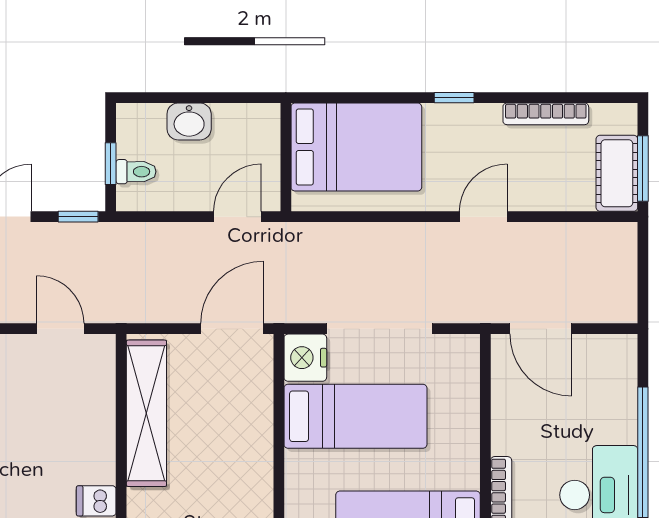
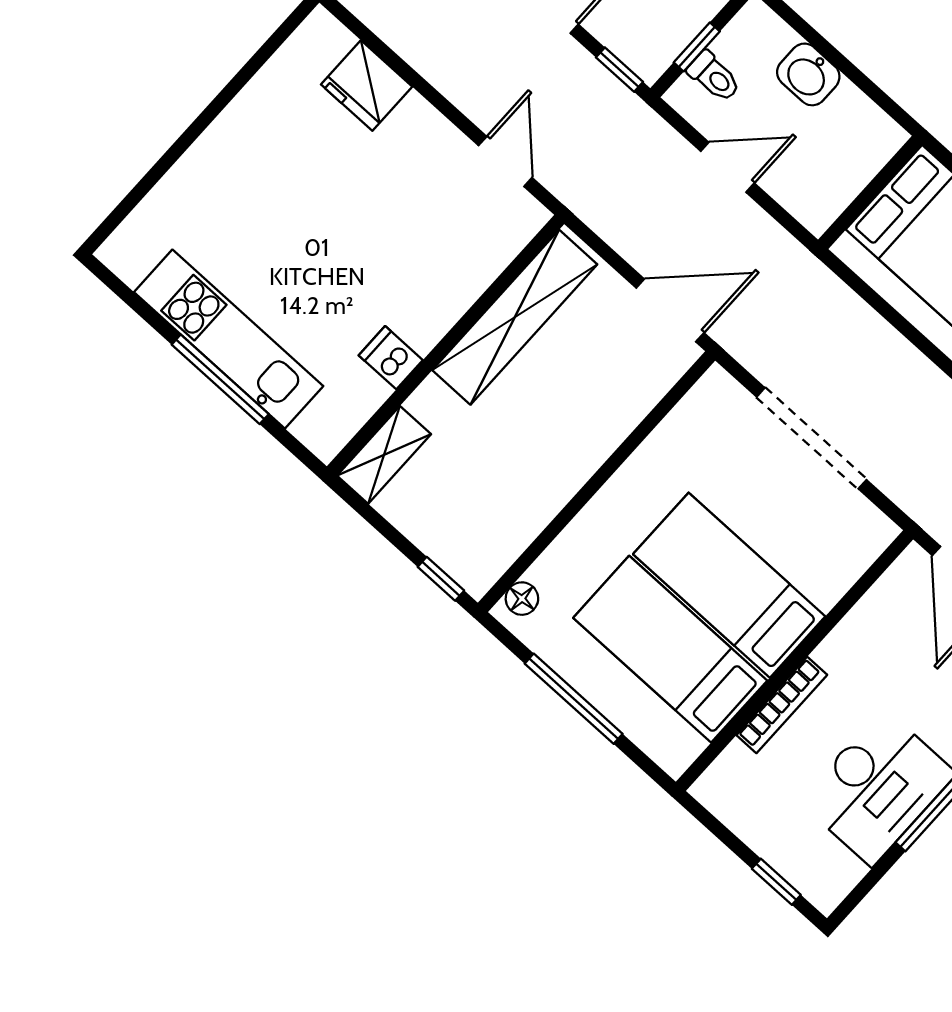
door: (237, 217) -> (727, 167), moved
nightstand: (305, 358) -> (715, 401), removed
bed: (355, 416) -> (729, 585), moved, turned 180

